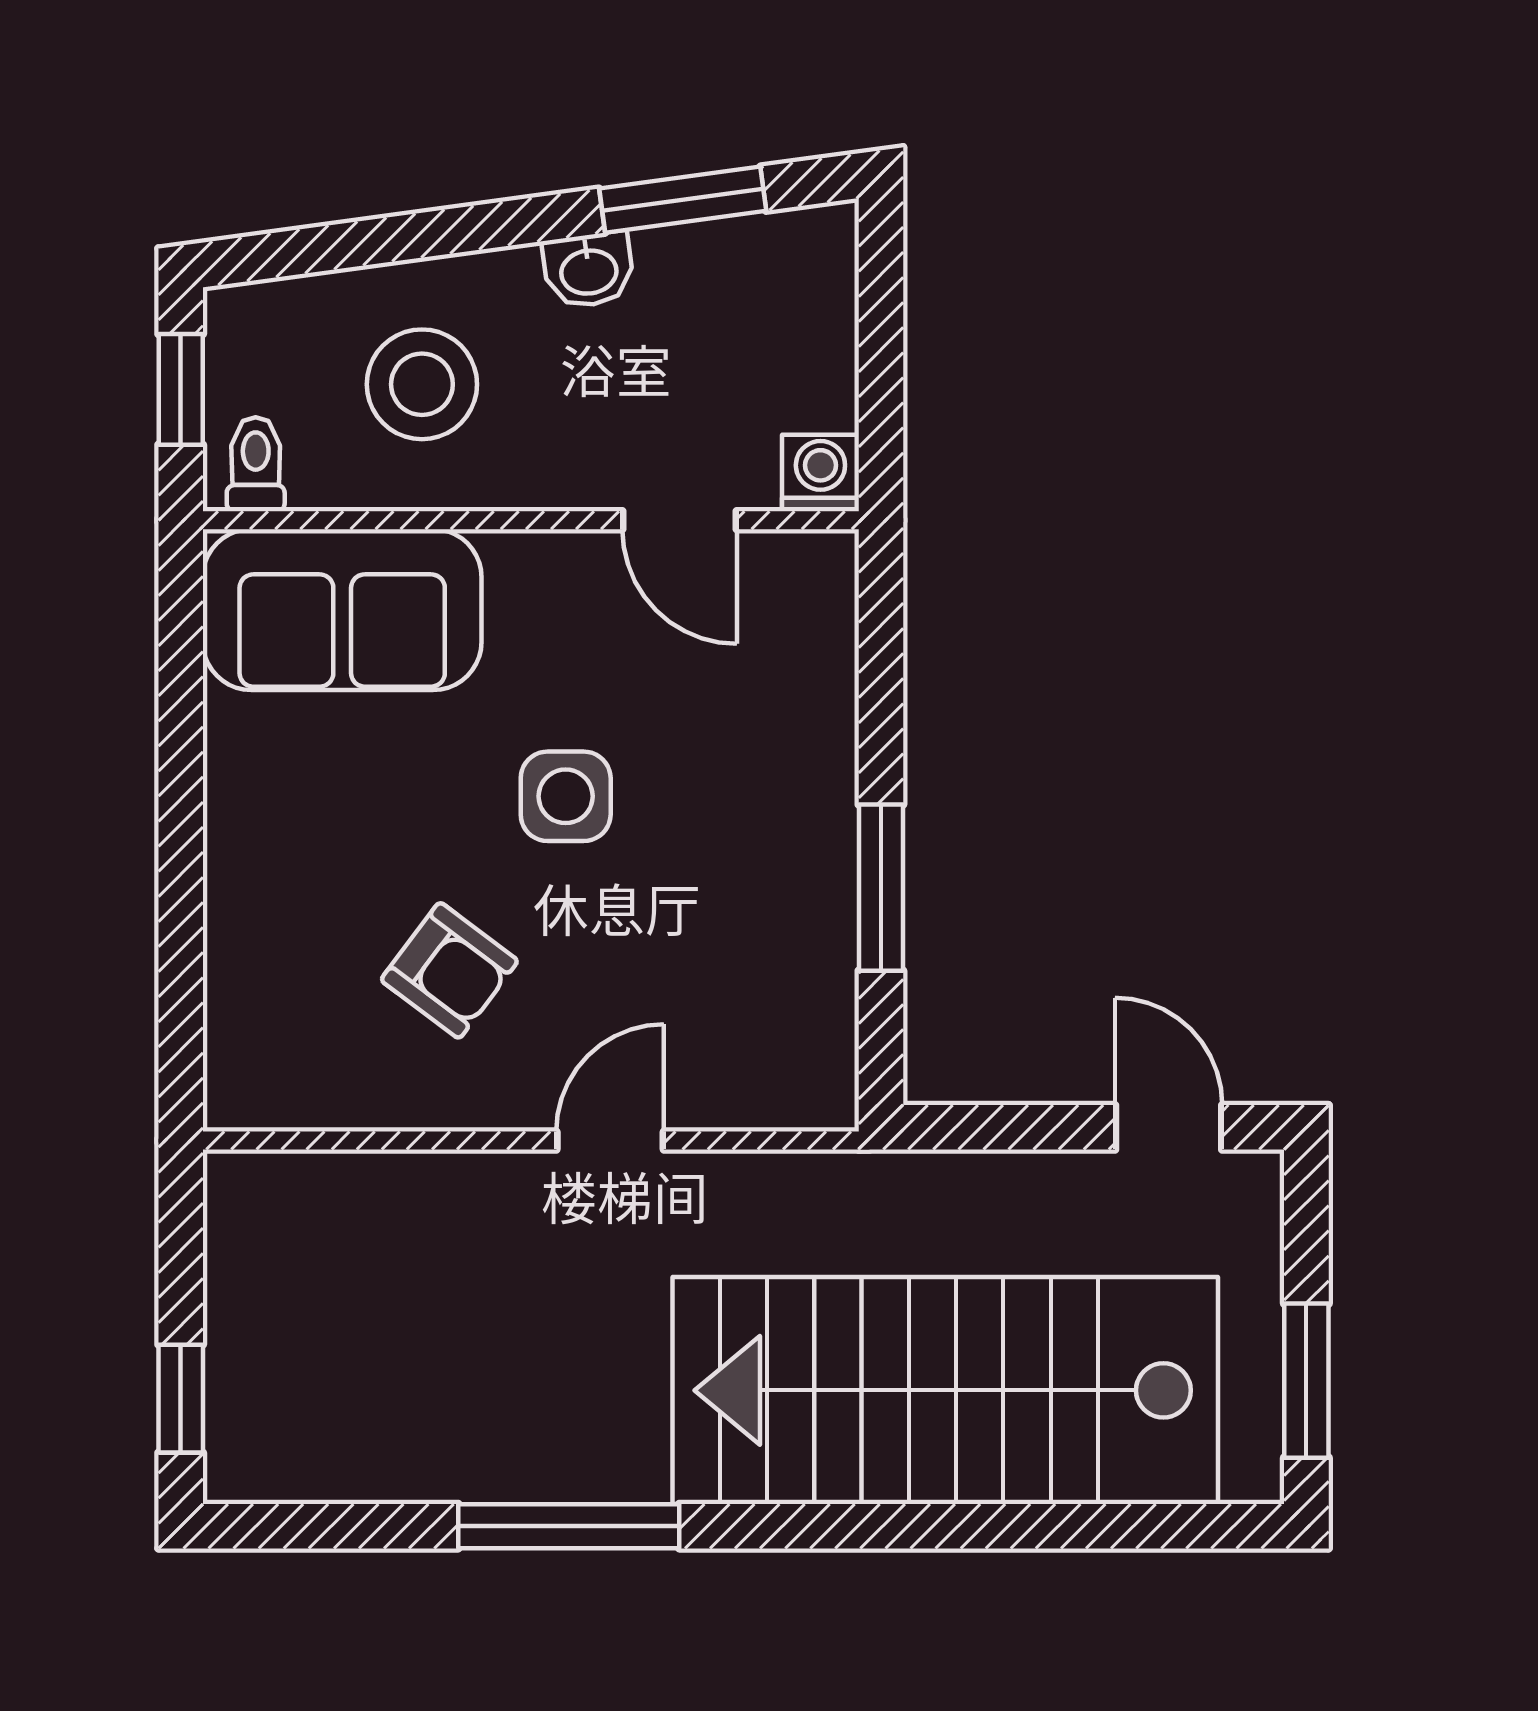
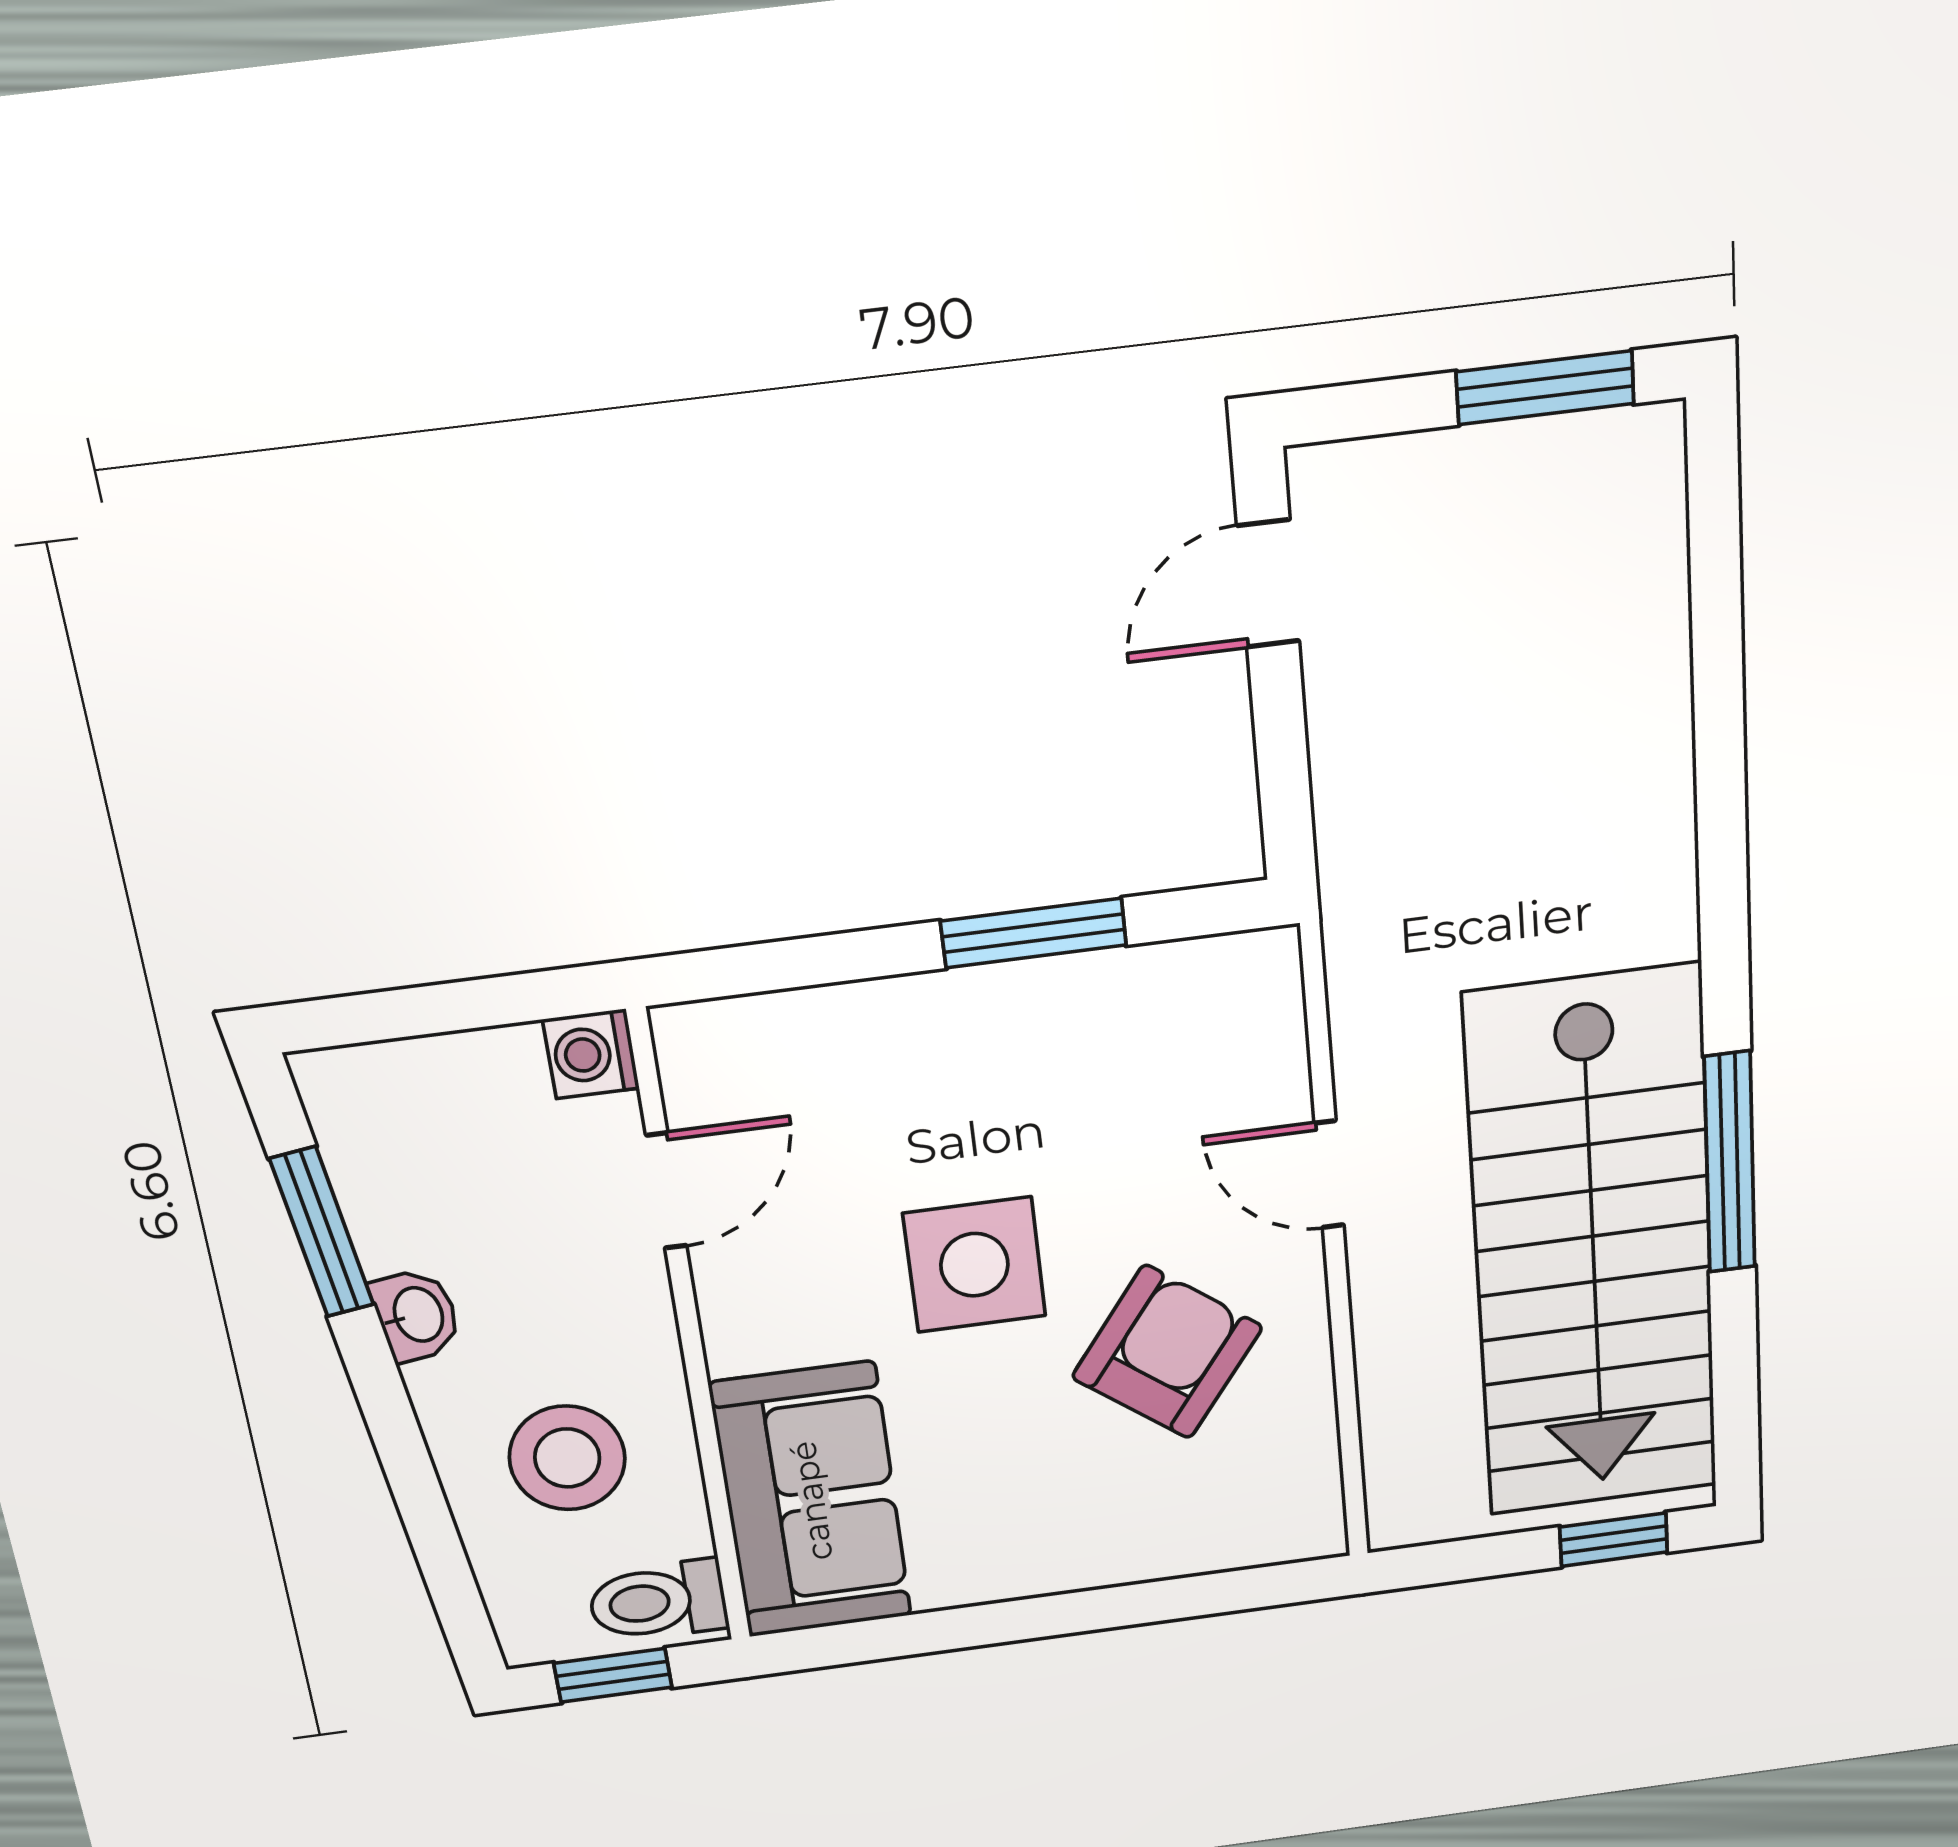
toilet: (256, 464) -> (658, 1601), width x1.37, depth x1.39
side table: (566, 796) -> (974, 1265), width x1.37, depth x1.37
armchair: (449, 970) -> (1167, 1352), width x1.38, depth x1.38
stairs: (945, 1390) -> (1593, 1247), moved

